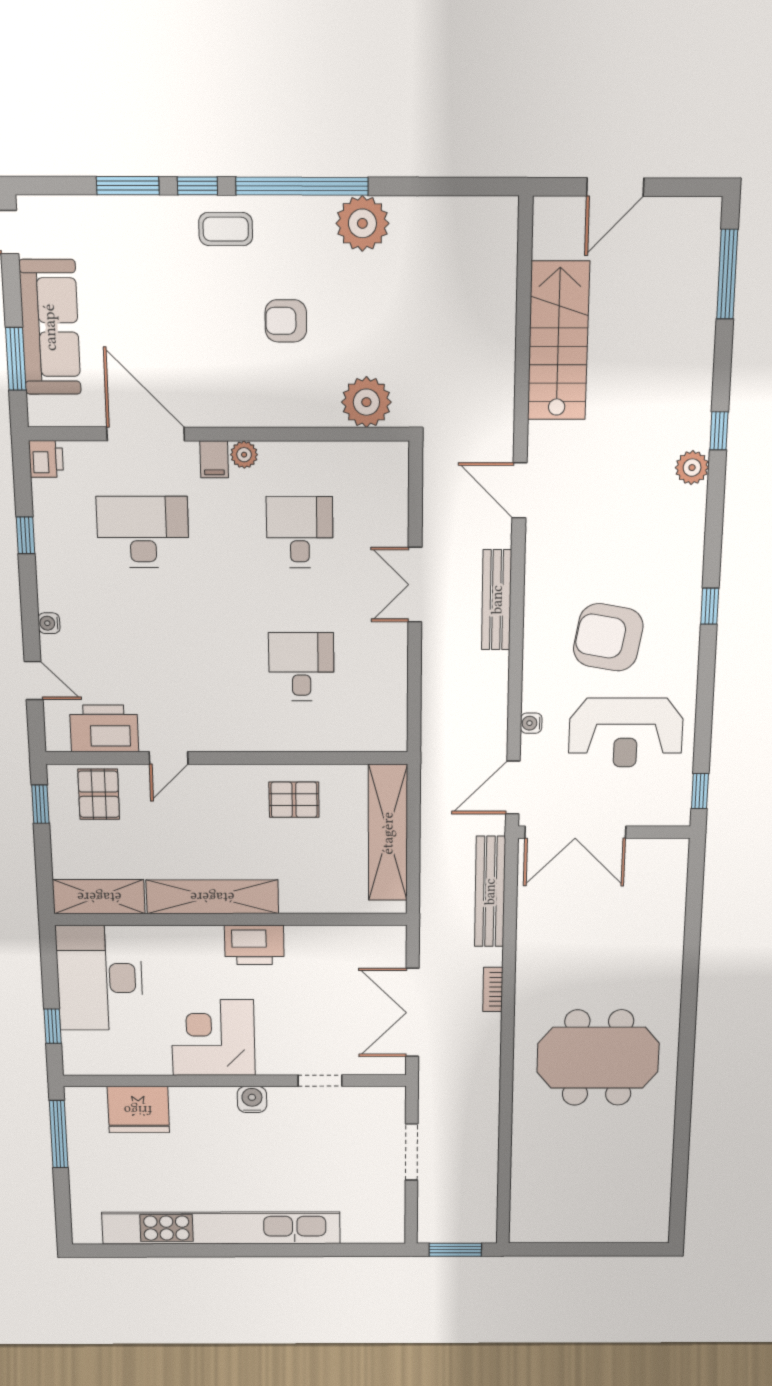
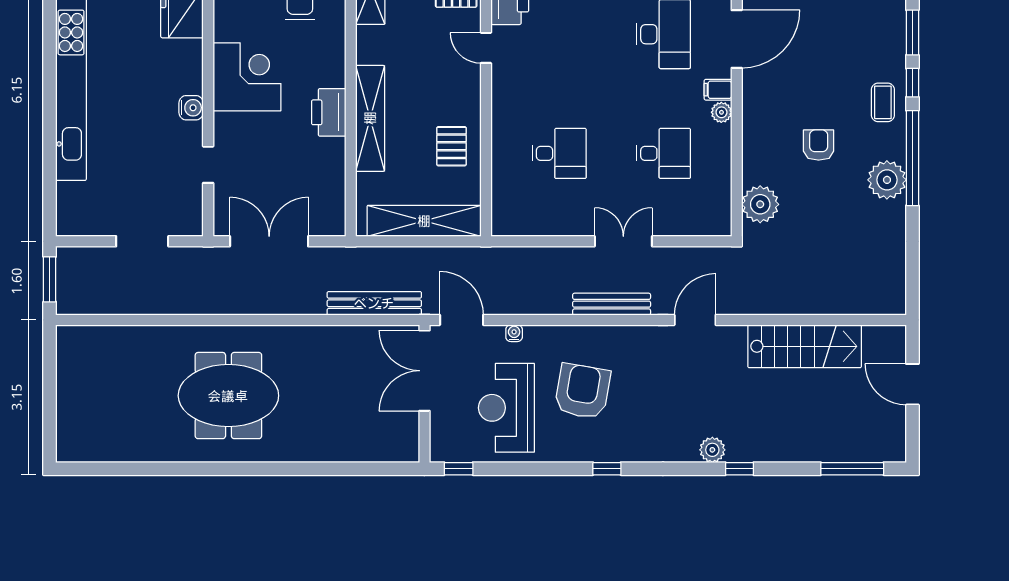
plant: (362, 223) -> (887, 180), moved
shelving: (212, 897) -> (370, 118), moved
bookcase: (493, 989) -> (289, 307), removed
meeting table: (598, 1058) -> (228, 396), turned 90

